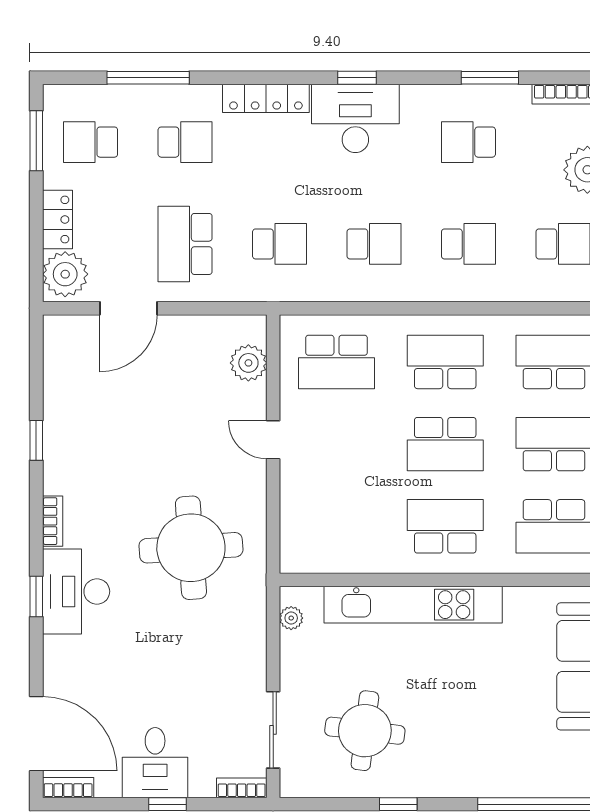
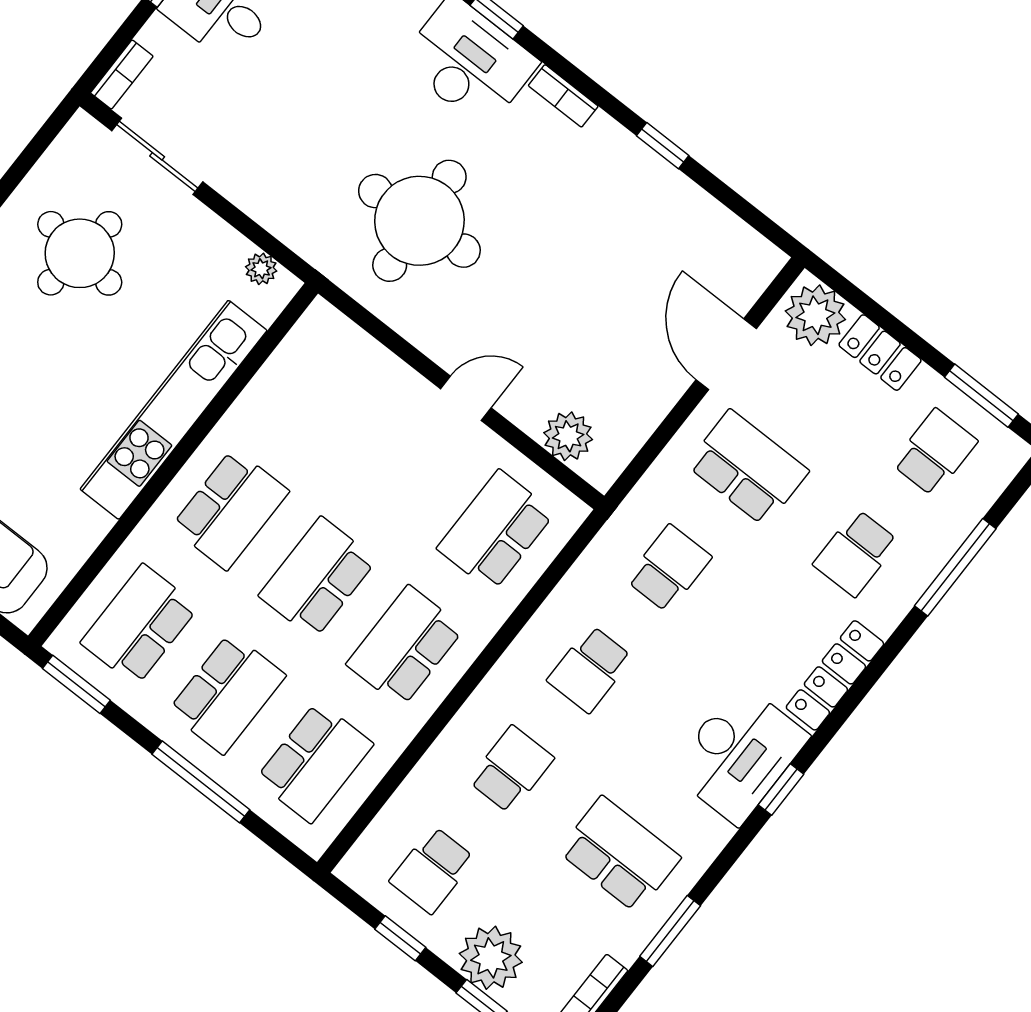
school desk: (468, 142) -> (619, 854), width x1.85
school desk: (280, 244) -> (669, 568), turned 180
school desk: (468, 244) -> (511, 769), turned 180
school desk: (445, 362) -> (405, 646), turned 180

